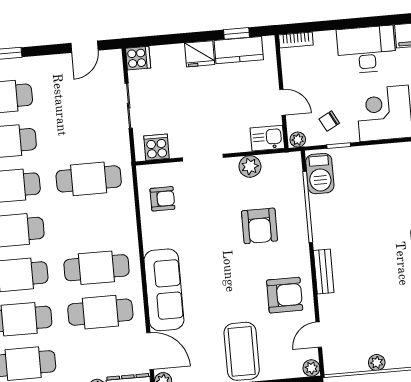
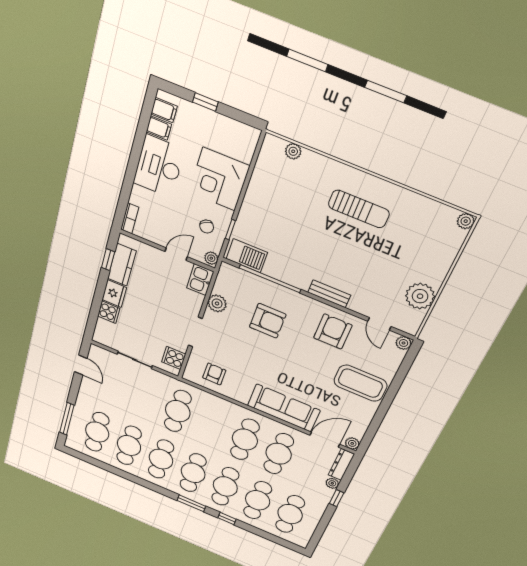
cooker: (138, 58) -> (109, 312), moved, turned 90
plant: (377, 363) -> (420, 296), width x1.88, depth x1.88

